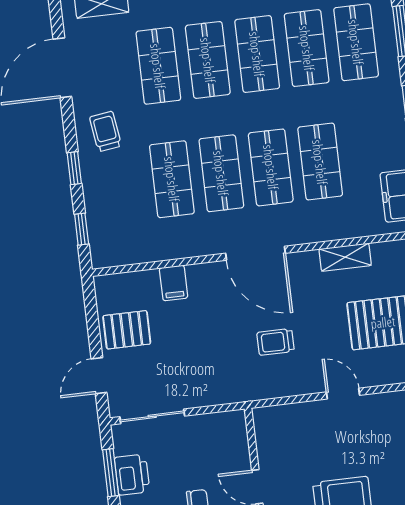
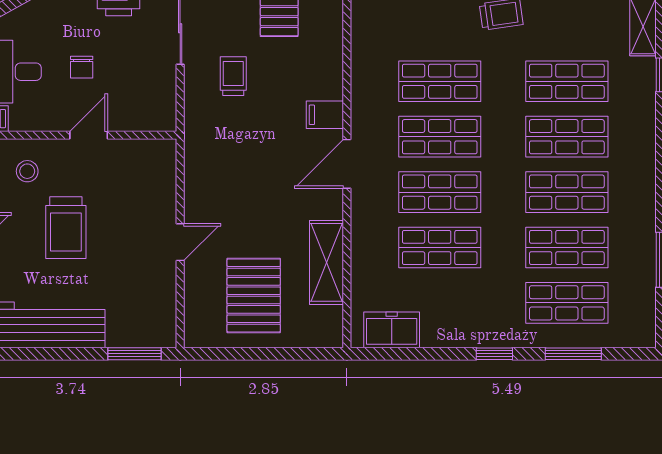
door: (255, 253) -> (347, 164), width x0.73
shelving: (345, 257) -> (327, 262), width x1.50, depth x1.33
filing cabinet: (174, 283) -> (325, 115), moved
trolley: (275, 342) -> (233, 76), moved

